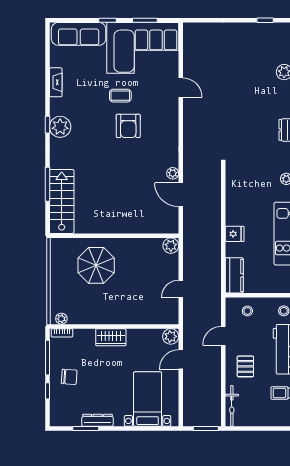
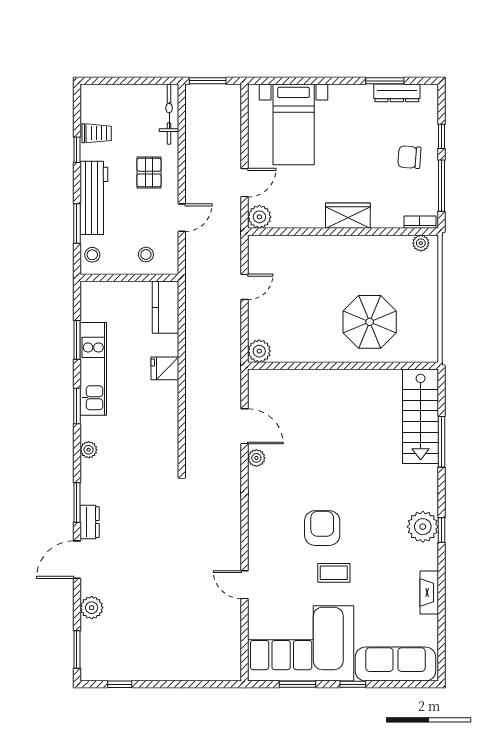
dresser: (97, 420) -> (397, 93), moved

